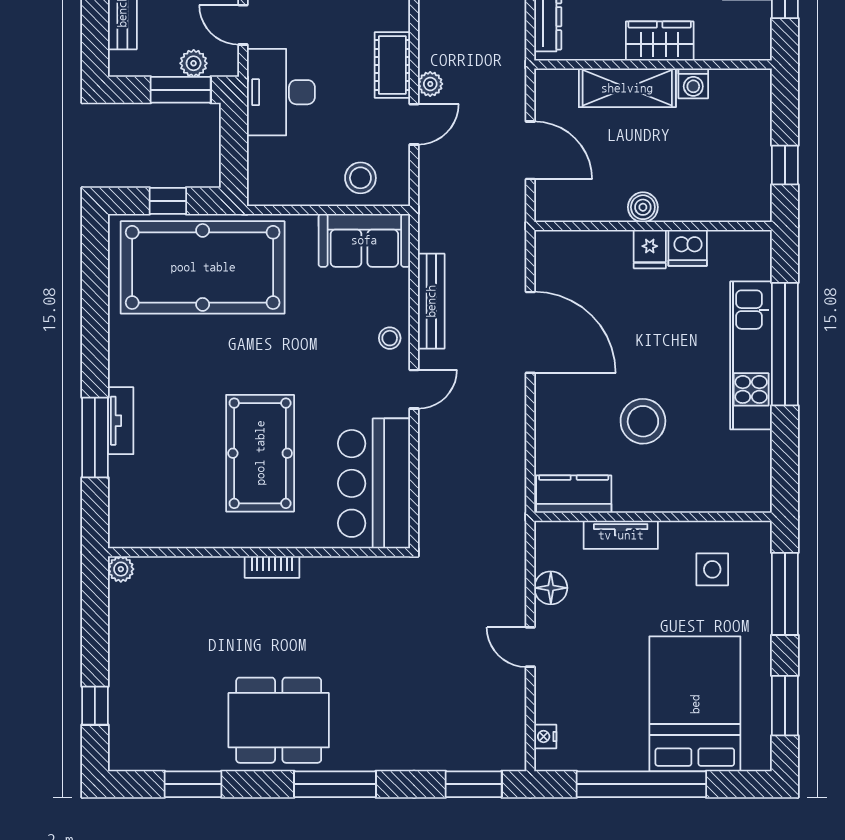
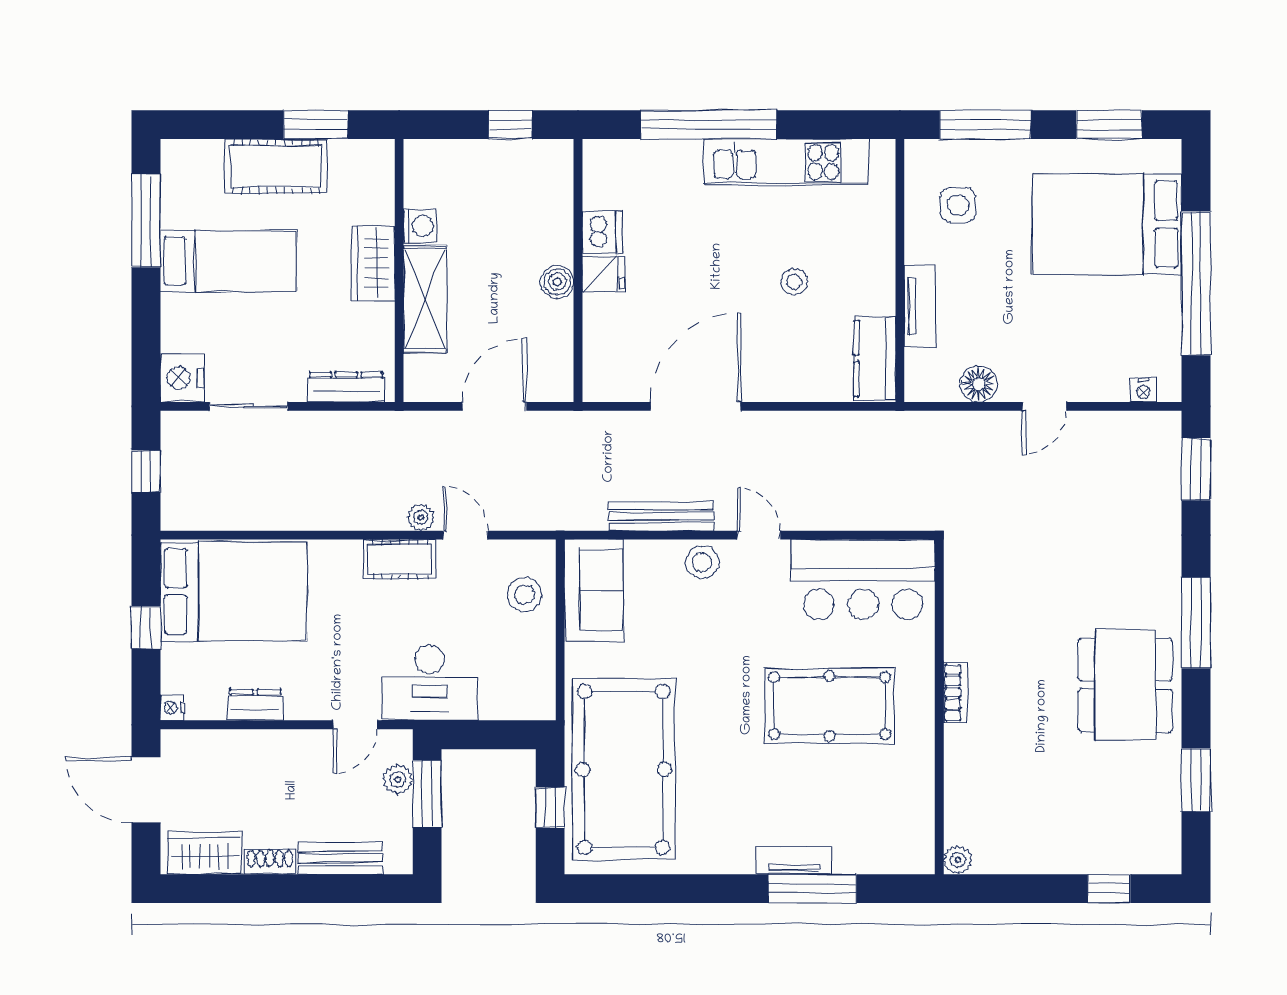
stool: (390, 338) -> (702, 562), width x1.37, depth x1.37
kitchen unit: (751, 355) -> (786, 162), moved
stool: (643, 421) -> (794, 282), width x0.53, depth x0.53

